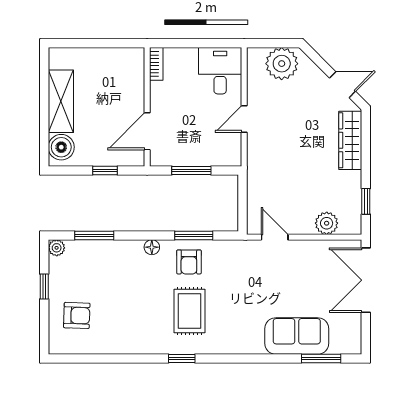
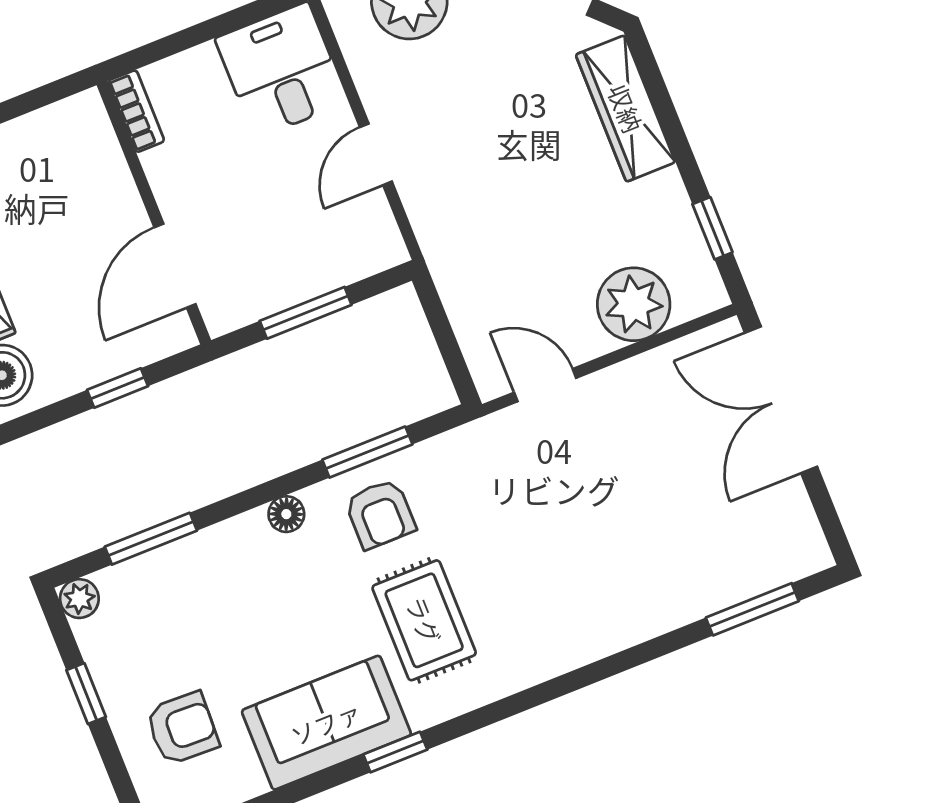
plant: (327, 223) -> (634, 304), width x1.36, depth x1.36
sofa: (297, 336) -> (326, 723), moved
window: (182, 359) -> (395, 752), moved

